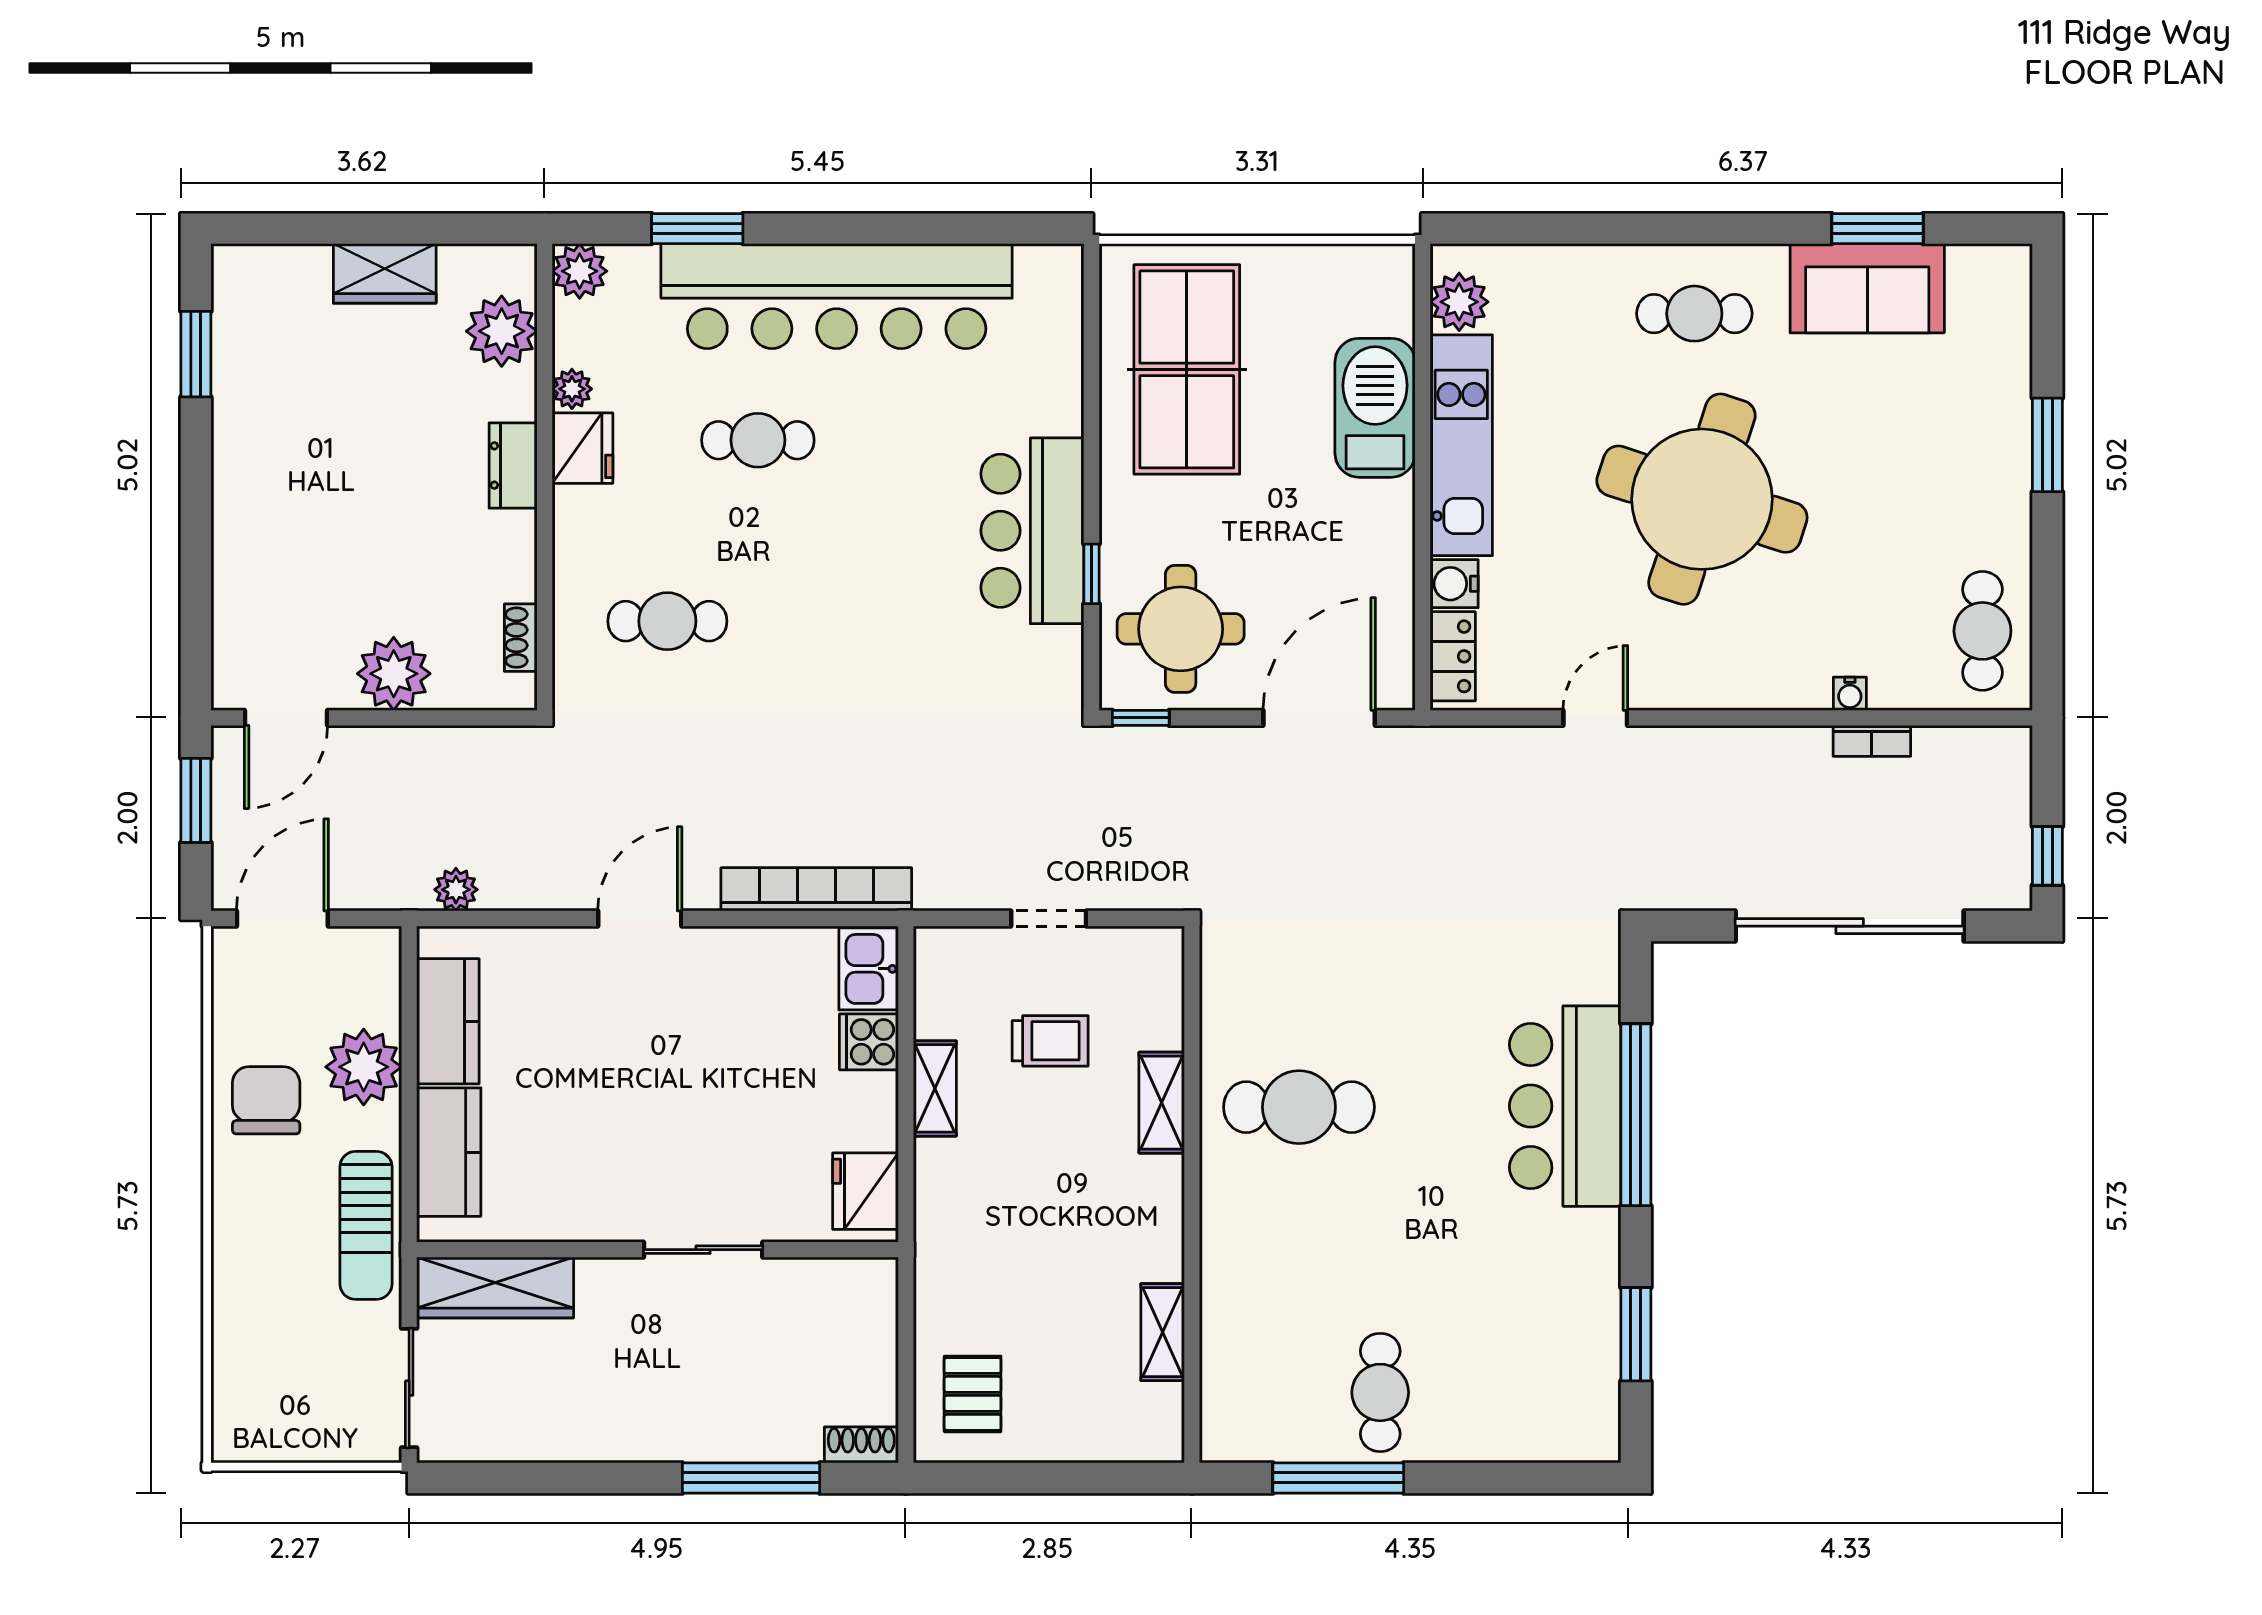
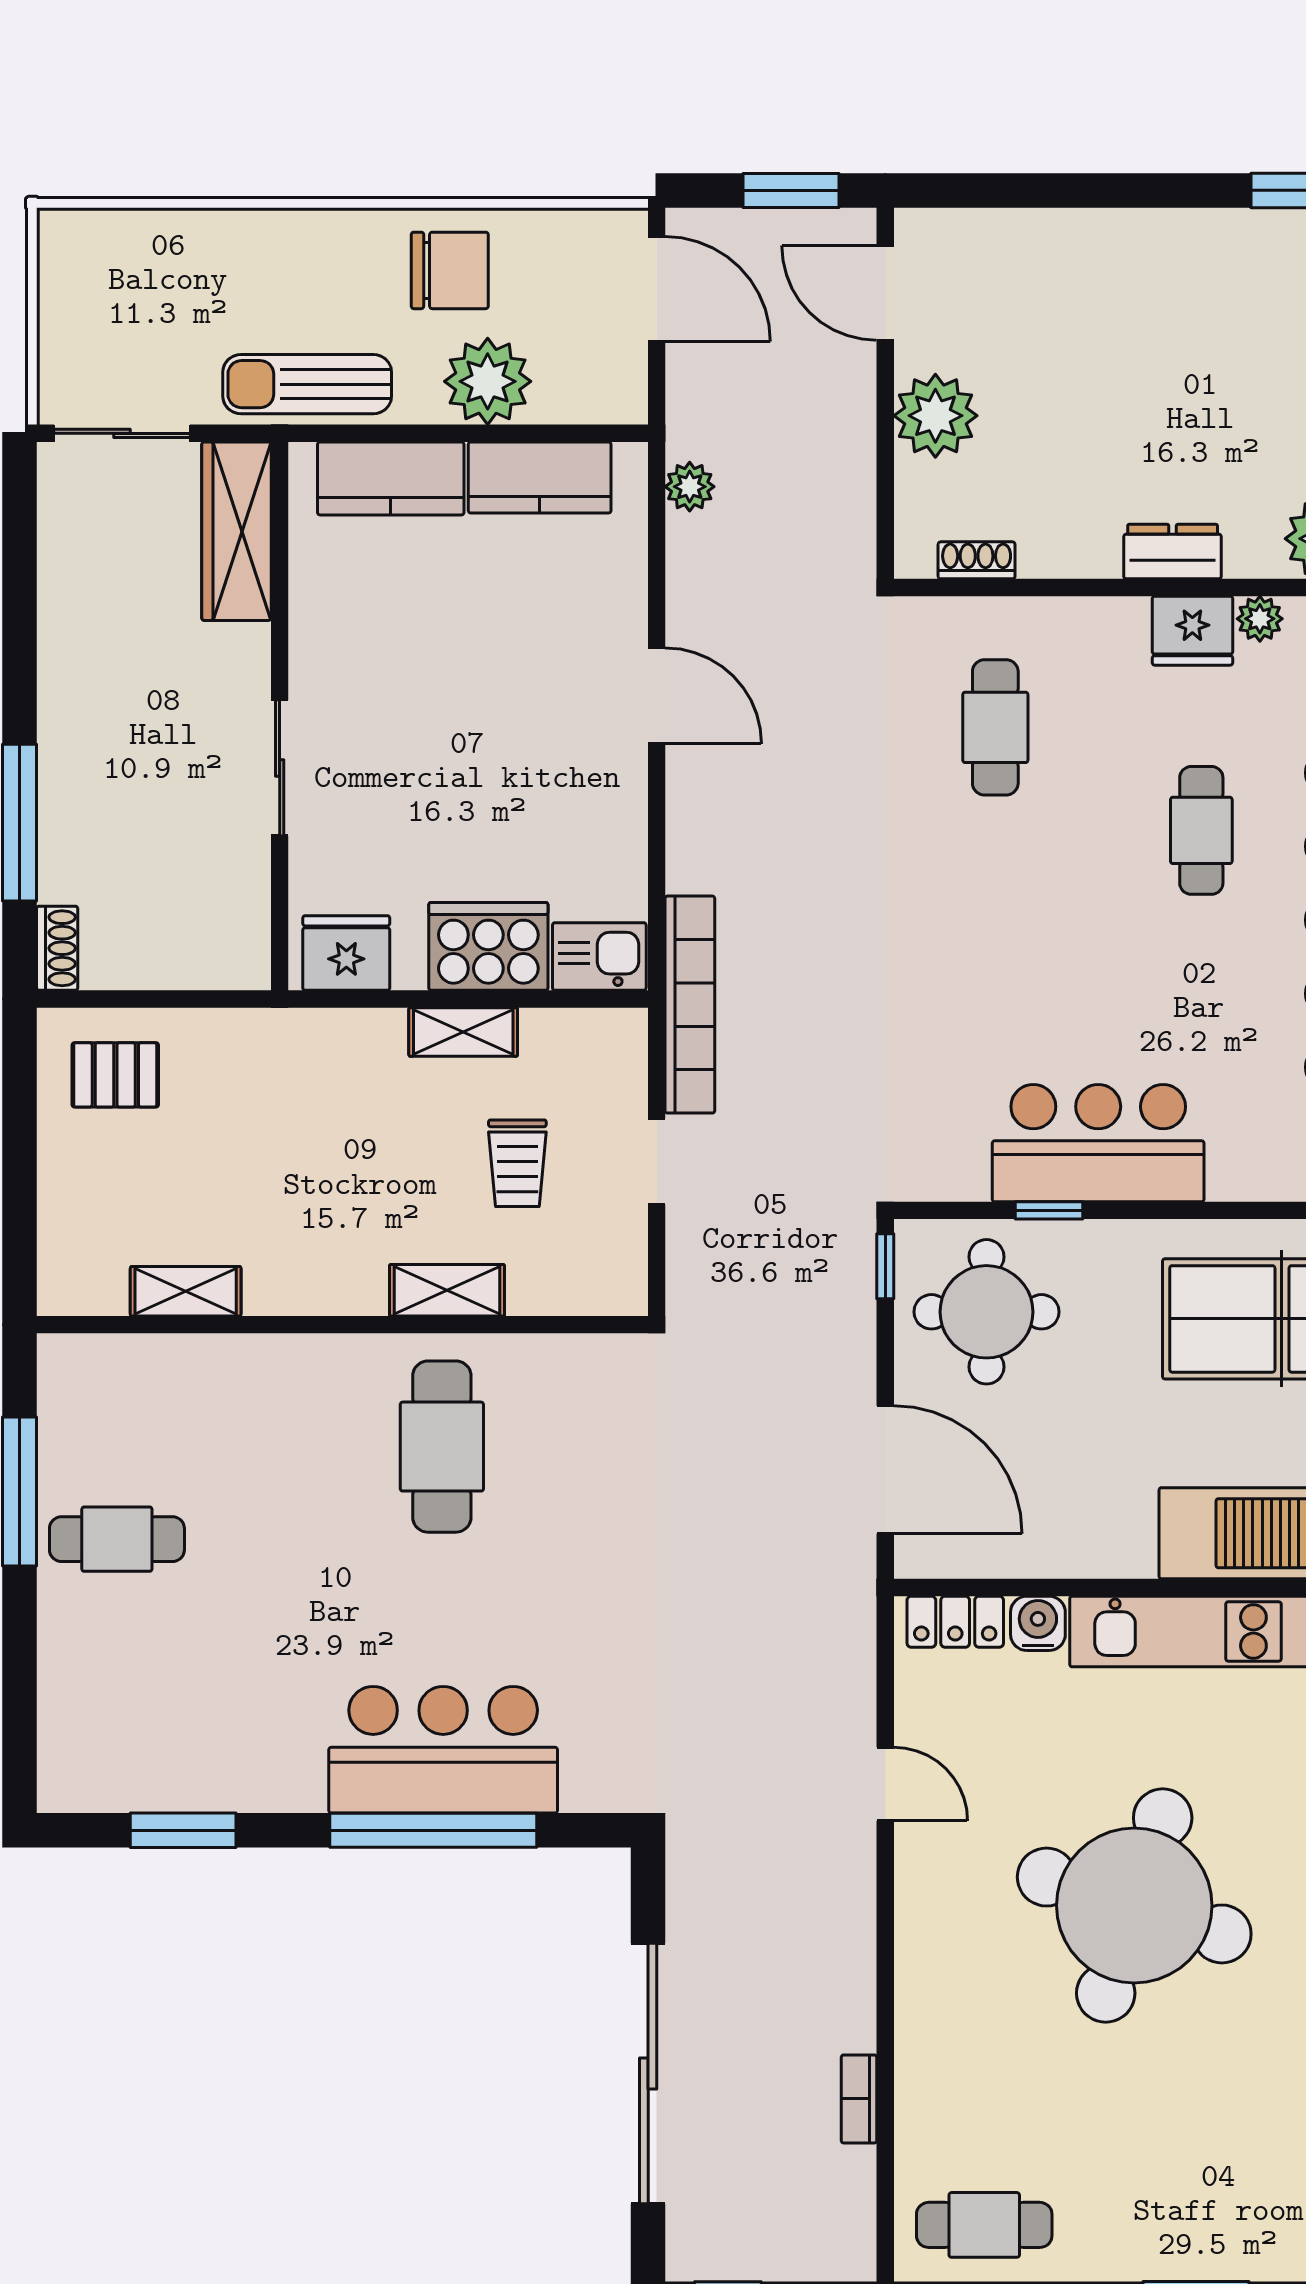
water cooler: (1850, 694) -> (913, 2074), removed
bookcase: (816, 889) -> (690, 1005), moved
cooker: (869, 1042) -> (488, 946), width x1.87, depth x1.31

